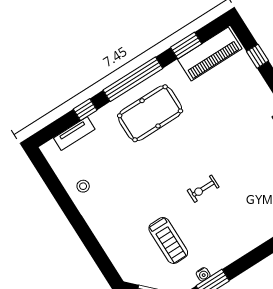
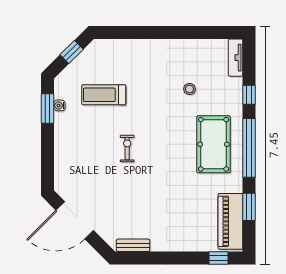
window: (257, 56) -> (218, 258), moved
tv unit: (74, 134) -> (236, 58), moved
stool: (83, 186) -> (189, 89), moved

